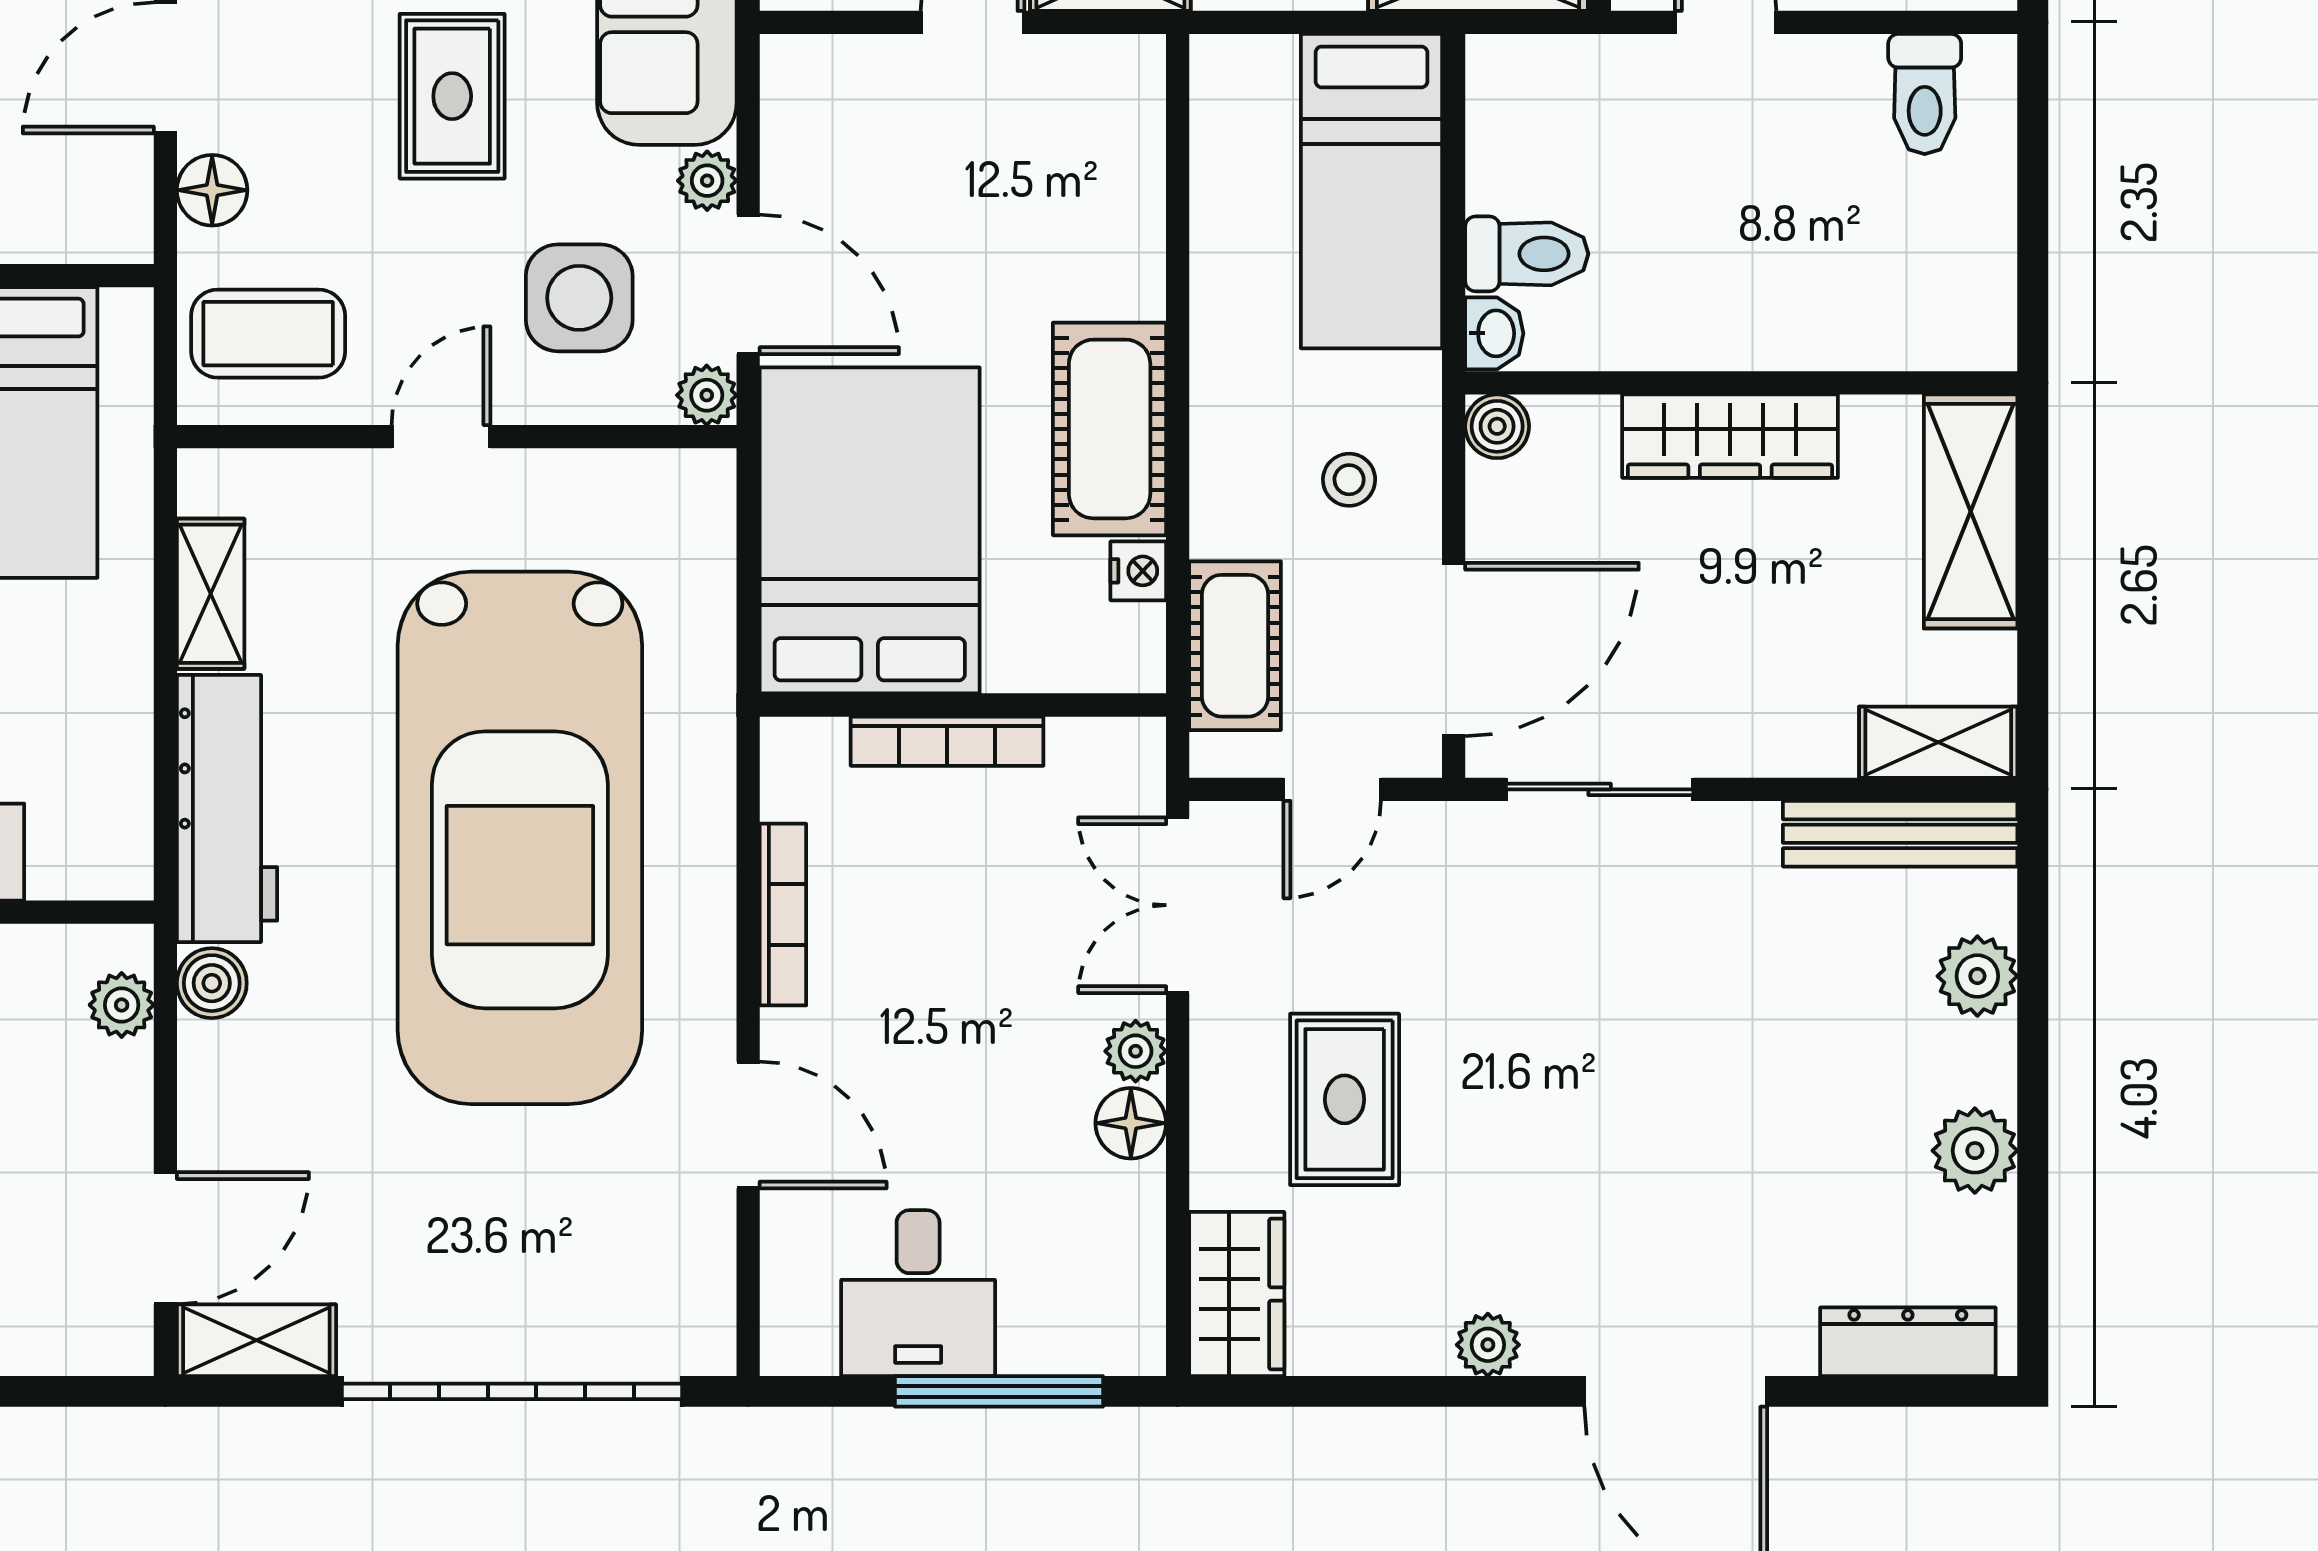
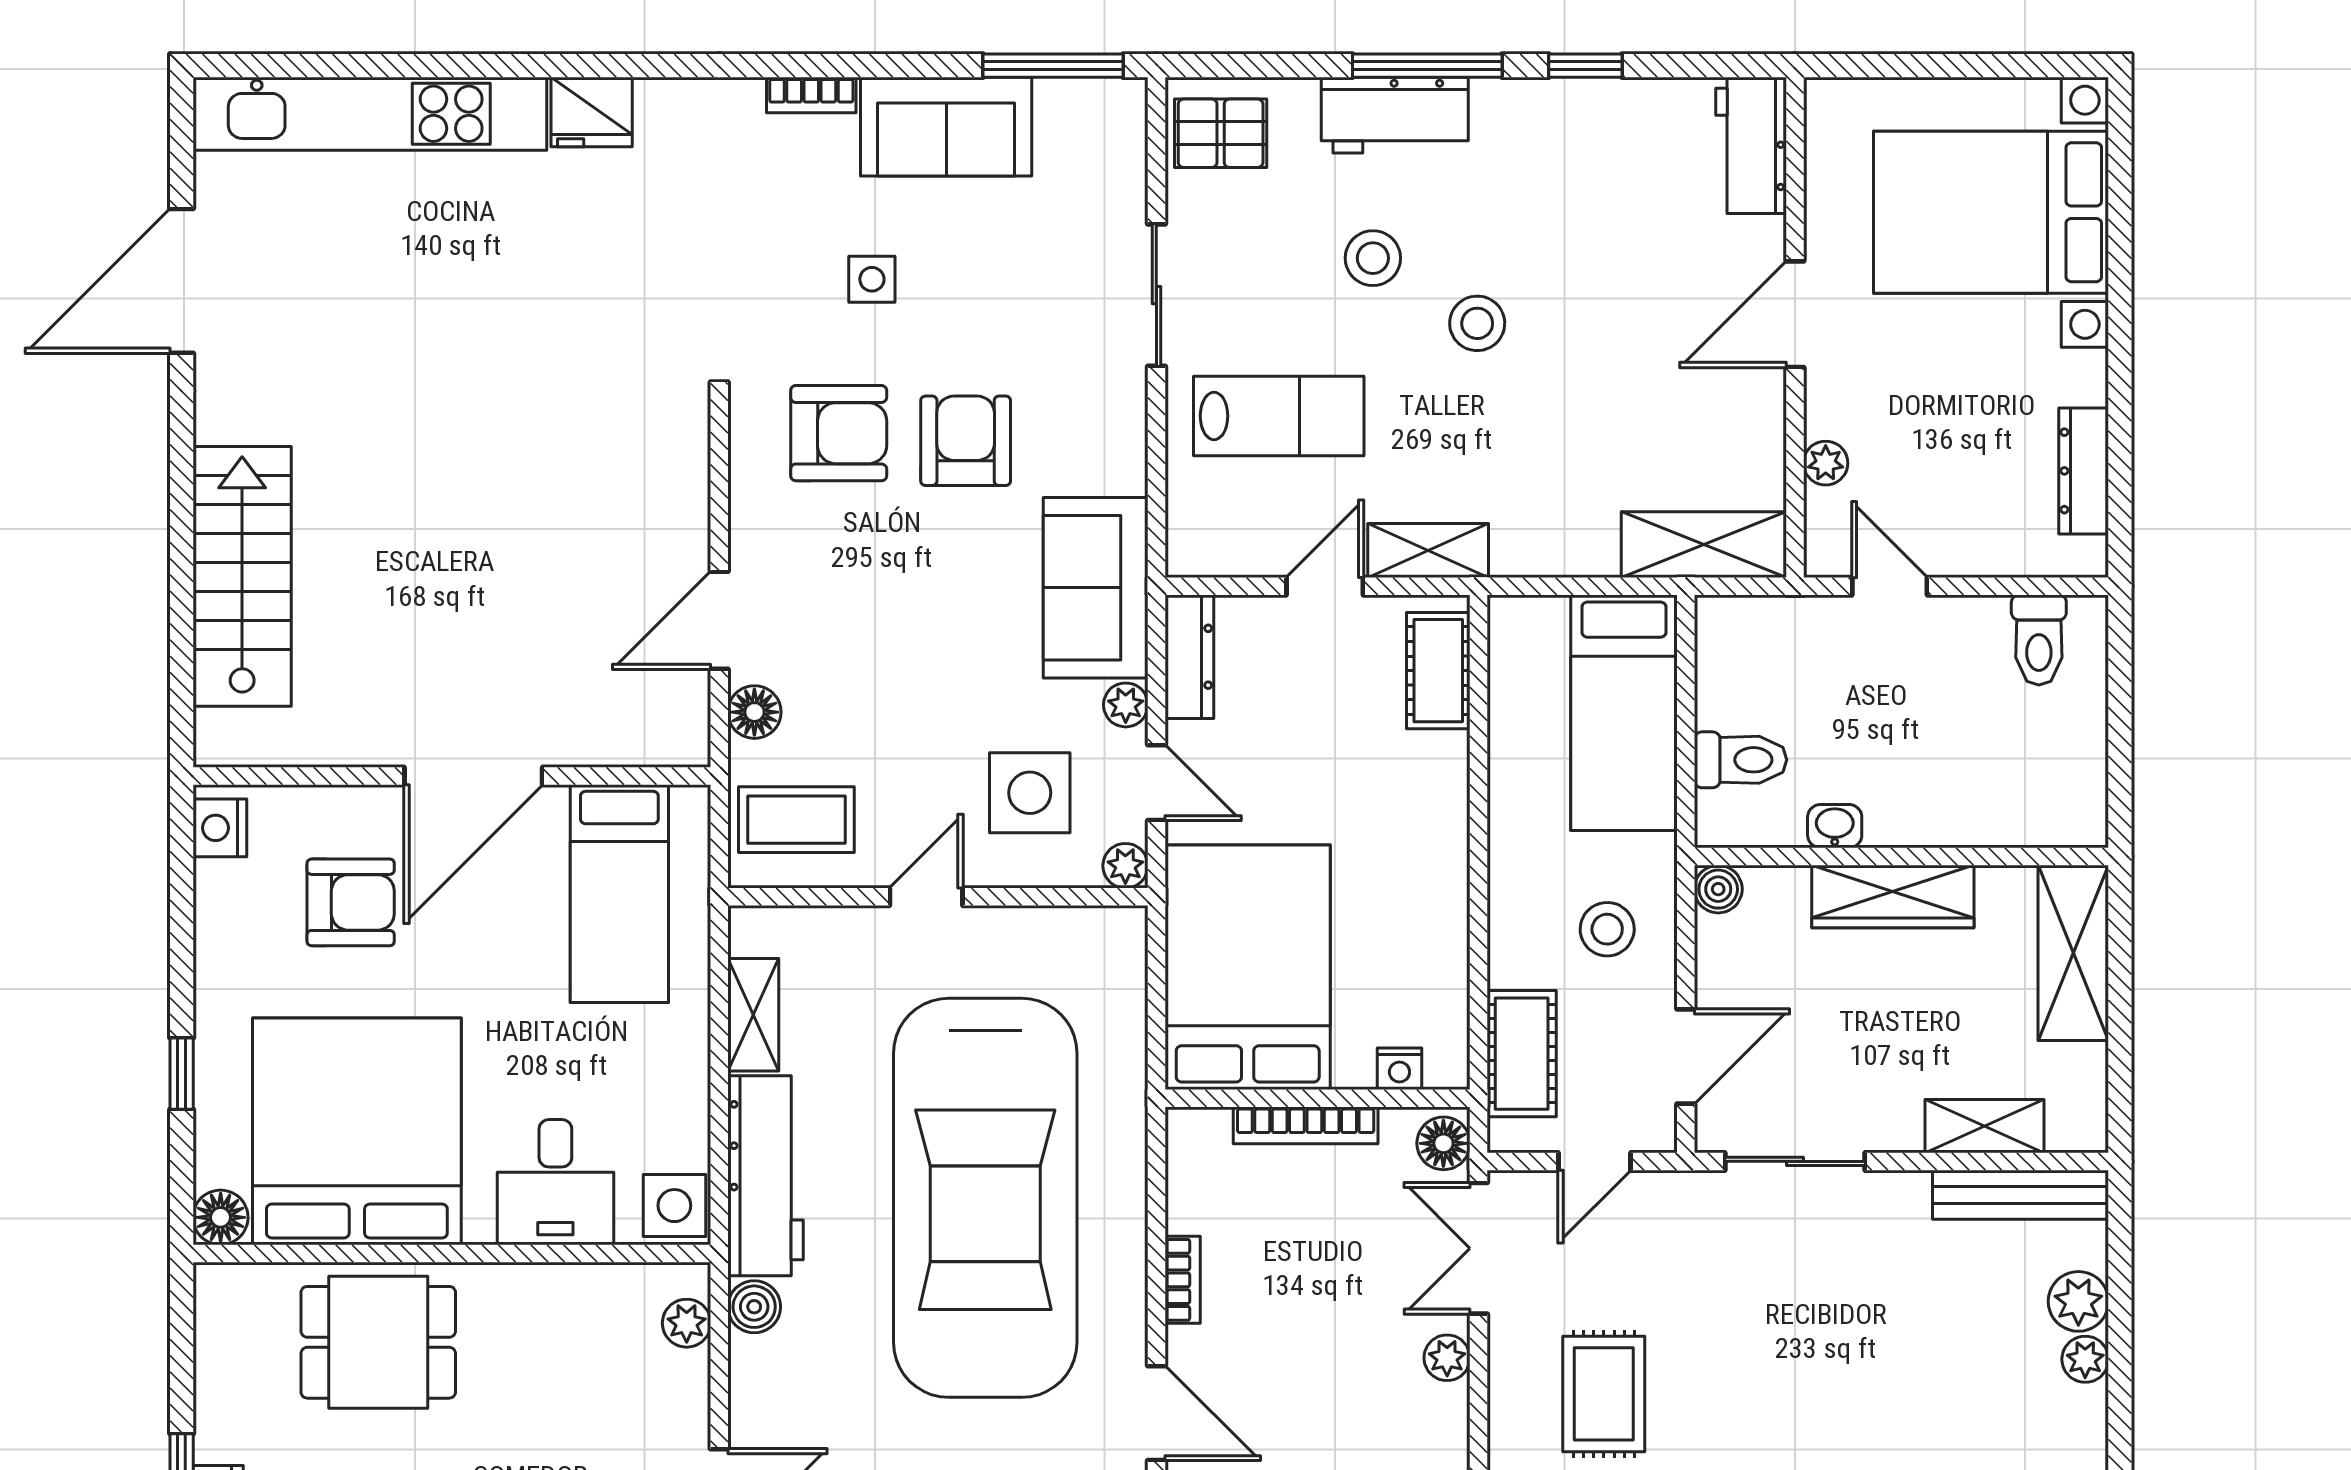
rug: (452, 96) -> (934, 642), removed
dresser: (792, 116) -> (1189, 657), added
door: (748, 284) -> (1156, 783), width x0.73
washbasin: (1494, 333) -> (1835, 826), moved, turned -90
cot: (1110, 429) -> (1438, 671), moved, width x0.73, depth x0.75
stool: (1349, 480) -> (1607, 929), width x1.37, depth x1.37
nightstand: (1138, 571) -> (1399, 1069), moved, turned 90
door: (1454, 650) -> (1686, 1057), width x0.73
shelving: (1938, 742) -> (1985, 1126), moved
side table: (105, 848) -> (674, 1206), added
bookcase: (783, 915) -> (1183, 1280), width x0.64
floor lamp: (1131, 1123) -> (1443, 1143), moved
plant: (1975, 1151) -> (2085, 1359), moved, width x0.73, depth x0.73

